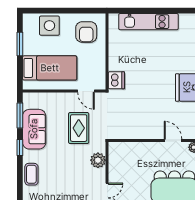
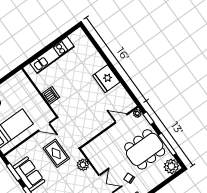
armchair: (86, 32) -> (18, 90), removed
dishwasher: (116, 80) -> (51, 96), moved

